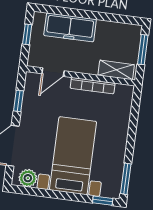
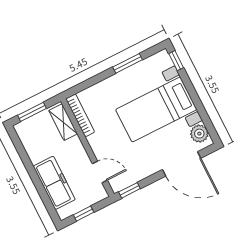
bookcase: (93, 86) -> (80, 115), moved
window: (18, 101) -> (129, 190), moved
window: (126, 179) -> (128, 63), moved

